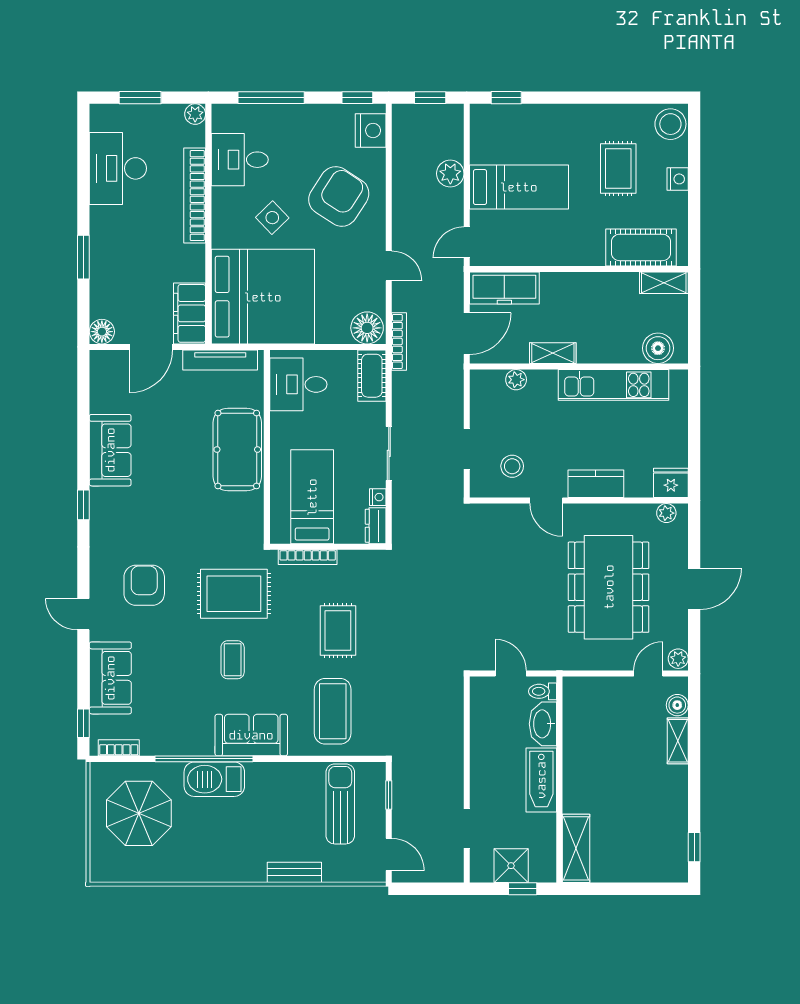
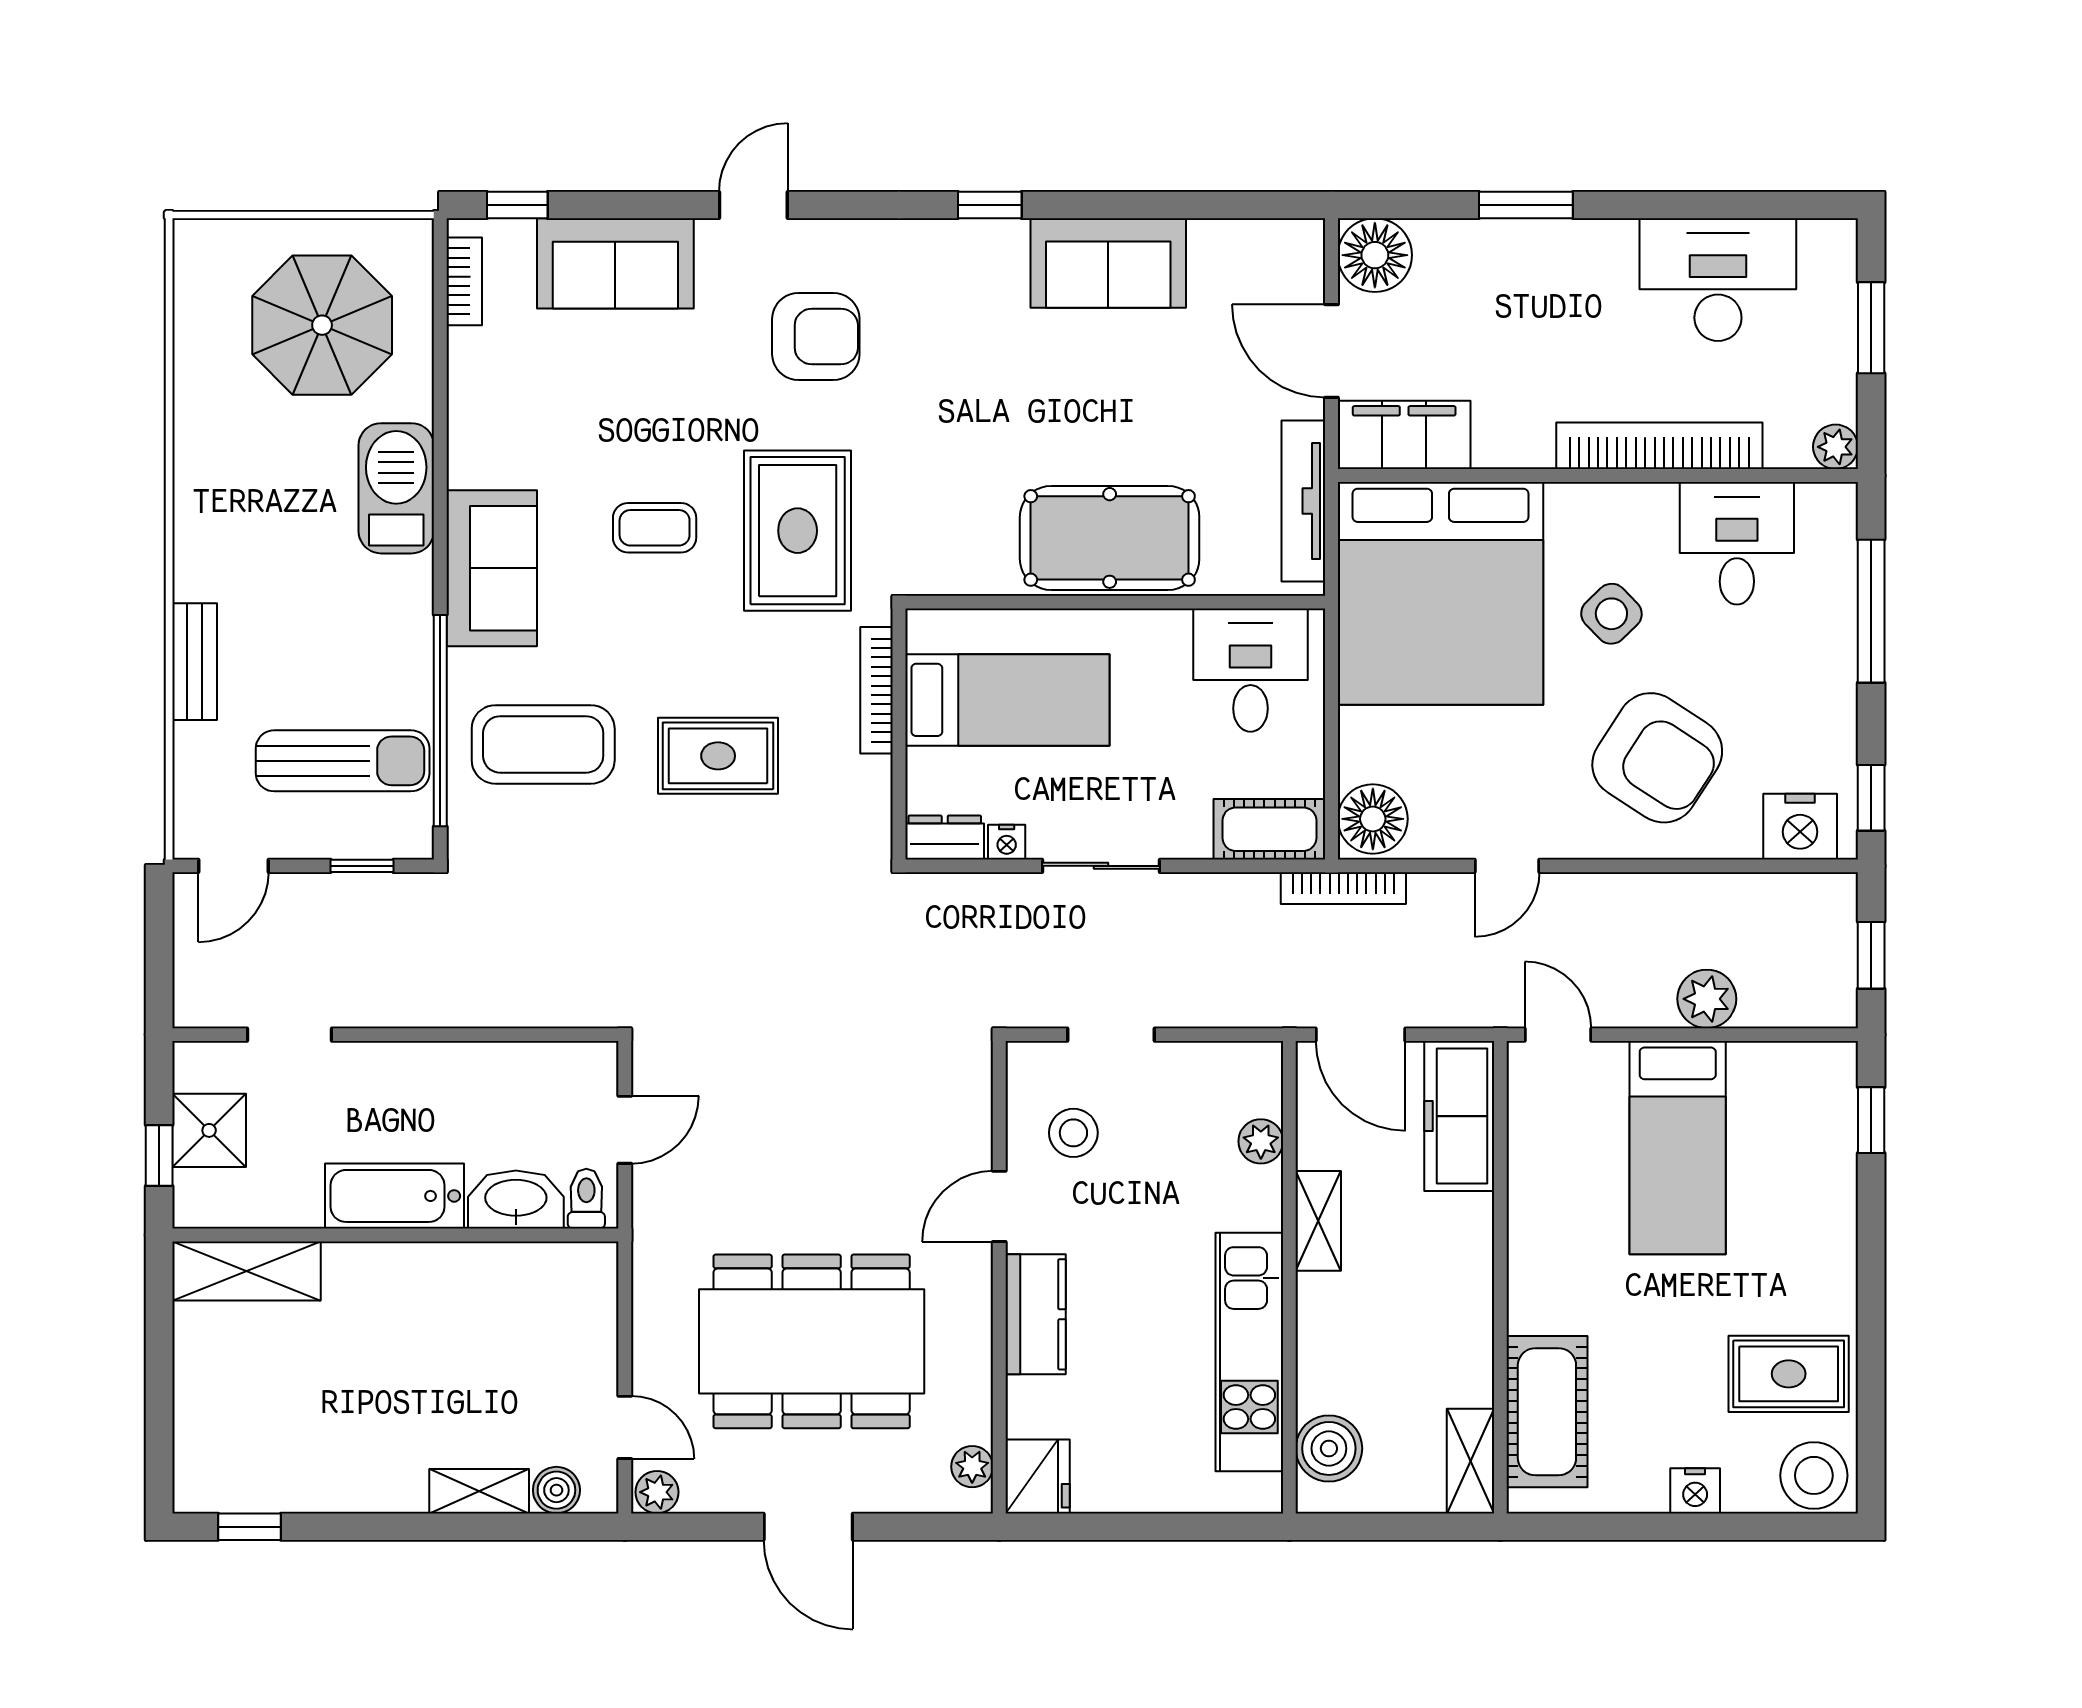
rug: (618, 168) -> (1789, 1374), moved
floor lamp: (102, 332) -> (1375, 255), width x1.38, depth x1.38
window: (204, 759) -> (440, 721), moved

